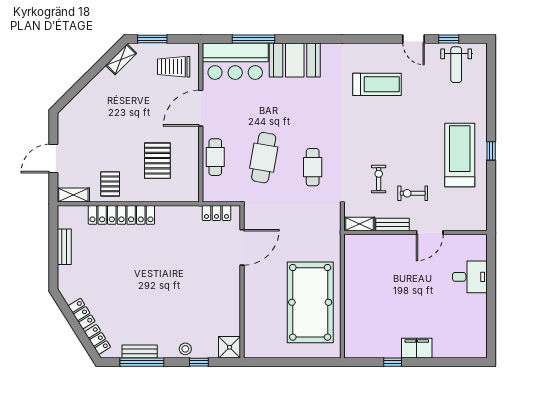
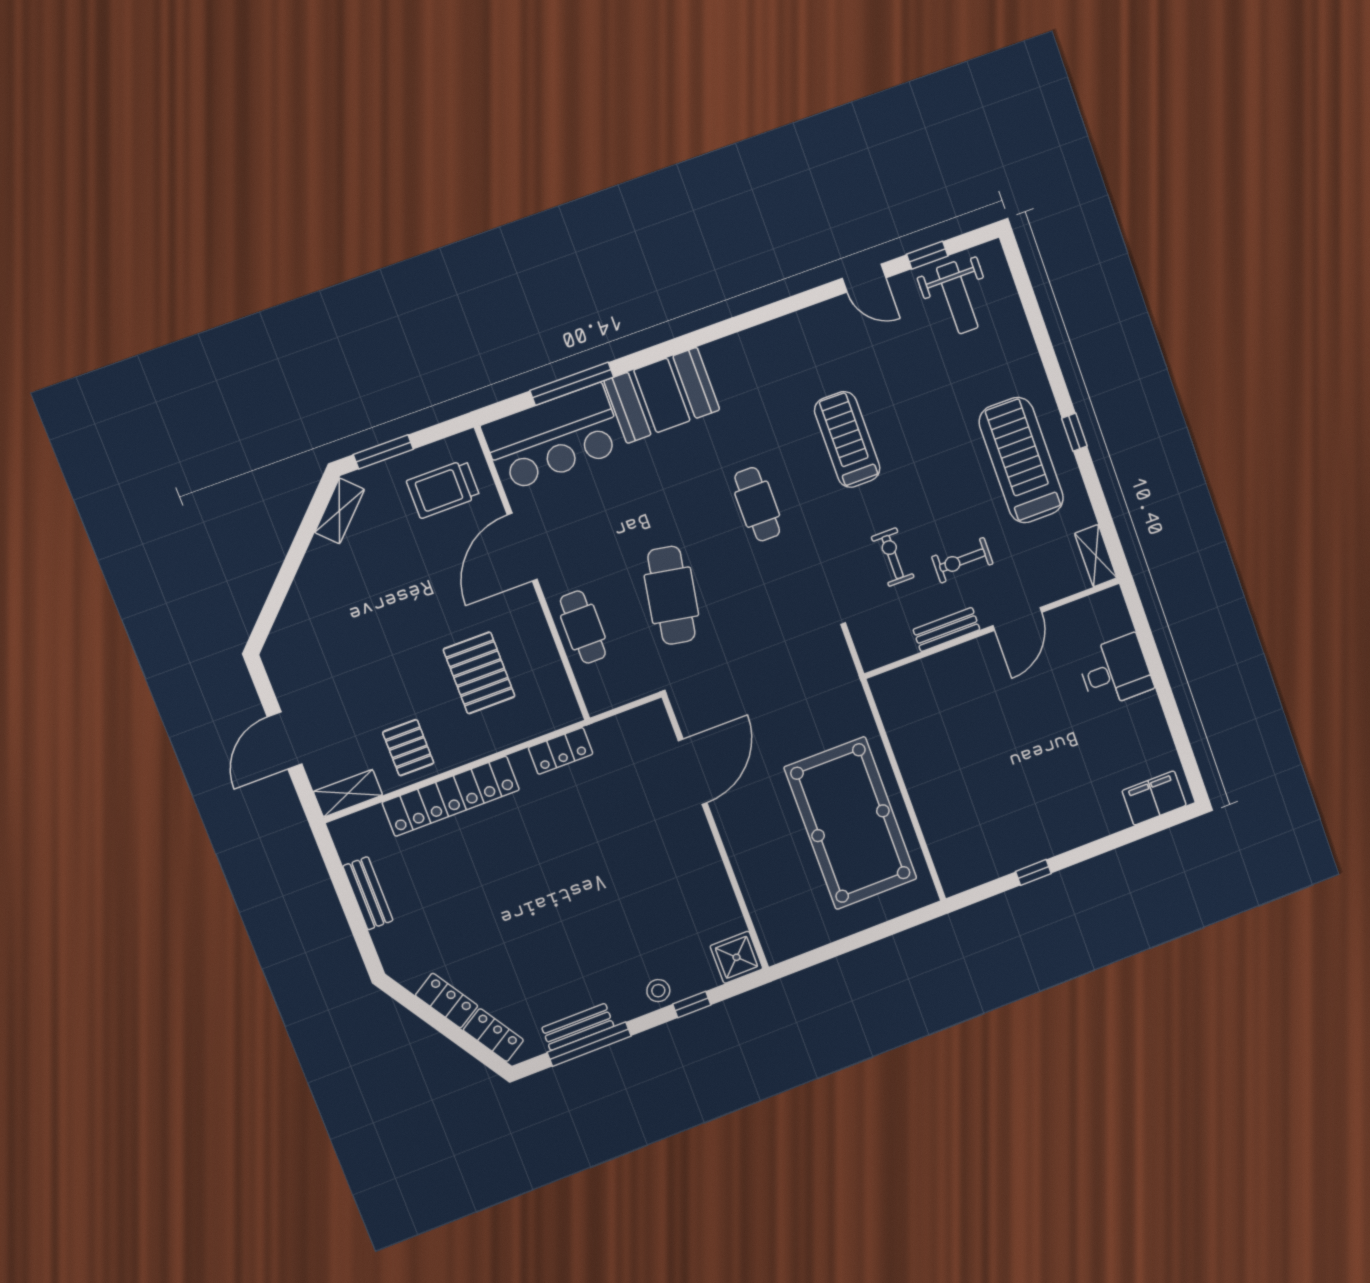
treadmill: (377, 84) -> (847, 439), moved, turned -90
cafe table: (313, 167) -> (757, 504), moved
locker: (216, 213) -> (561, 751), moved
shelving: (359, 224) -> (1096, 556), moved, turned 90
filing cabinet: (417, 348) -> (1154, 798), moved

